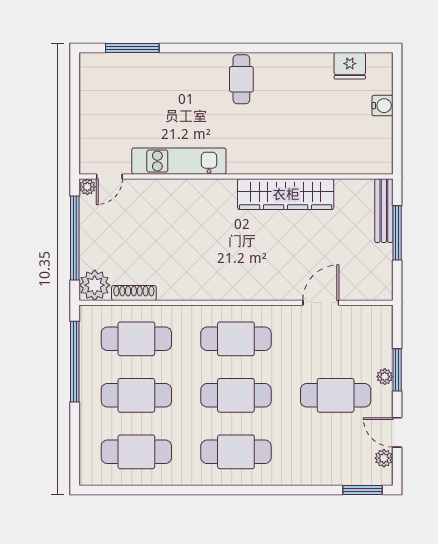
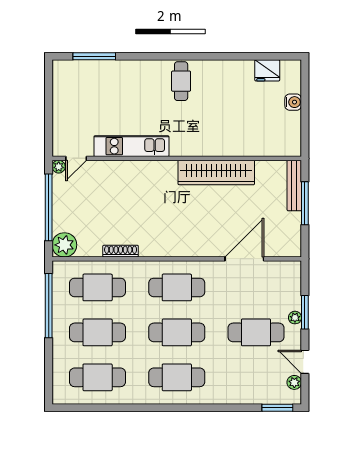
shoe rack: (134, 293) -> (121, 251), moved
door: (321, 303) -> (244, 259), width x1.36

